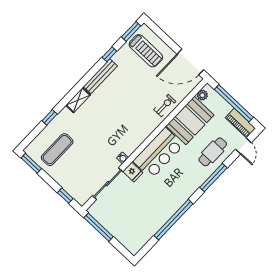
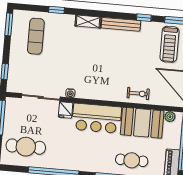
exercise mat: (57, 150) -> (36, 36), turned 90
cafe table: (137, 226) -> (26, 147), added

